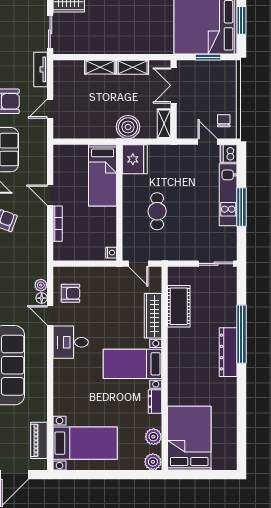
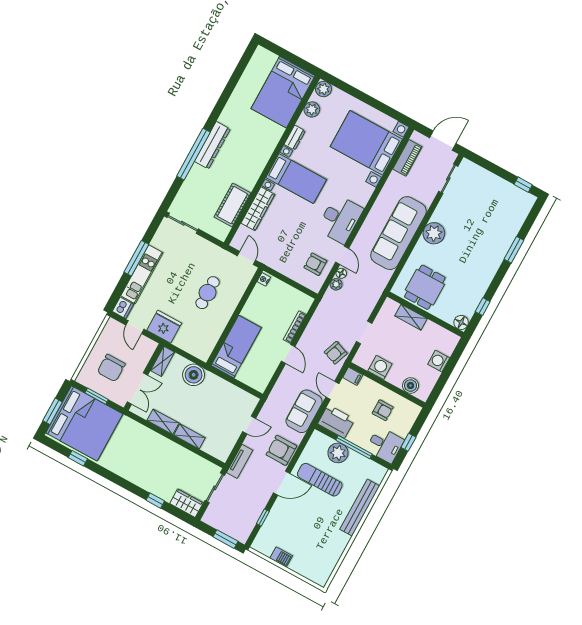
chair: (224, 121) -> (111, 368), moved, width x1.87, depth x1.87
fridge: (135, 159) -> (164, 327), moved, turned 90
desk: (71, 342) -> (340, 219), width x1.37
bed with nightstands: (85, 443) -> (366, 143), width x1.36

